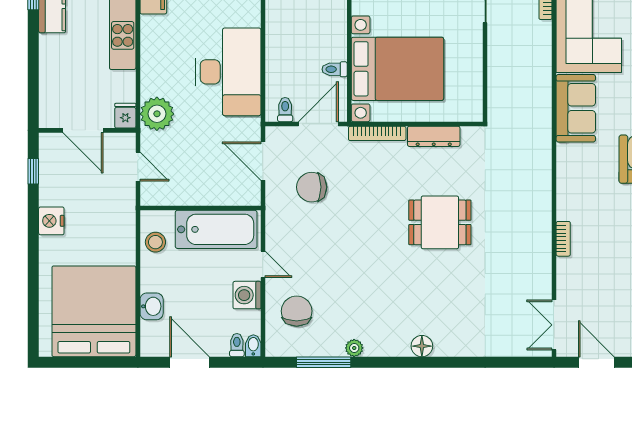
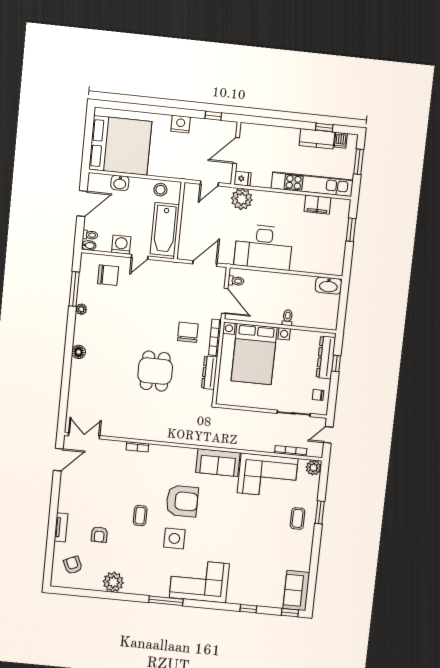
toilet: (335, 69) -> (287, 318), moved
chair: (312, 187) -> (188, 332), moved

